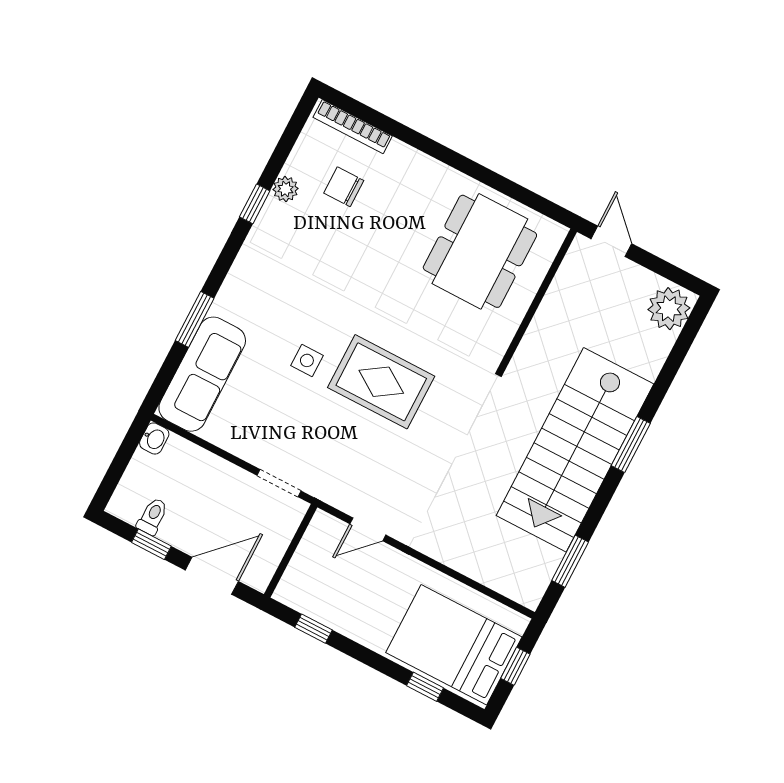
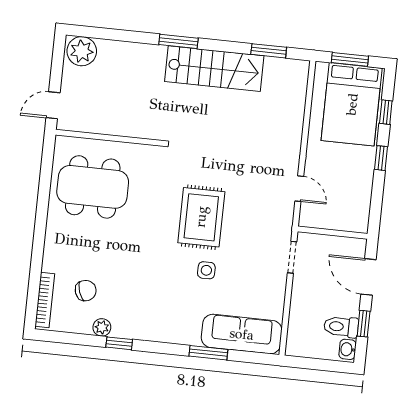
chair: (344, 187) -> (86, 291), turned -109
washbasin: (154, 439) -> (348, 349), moved, turned -90
stairs: (575, 450) -> (214, 69), width x0.73, depth x0.66
toilet: (152, 516) -> (341, 327), width x1.37, depth x1.39
window: (314, 629) -> (381, 158), moved
window: (515, 666) -> (350, 59), width x1.50

